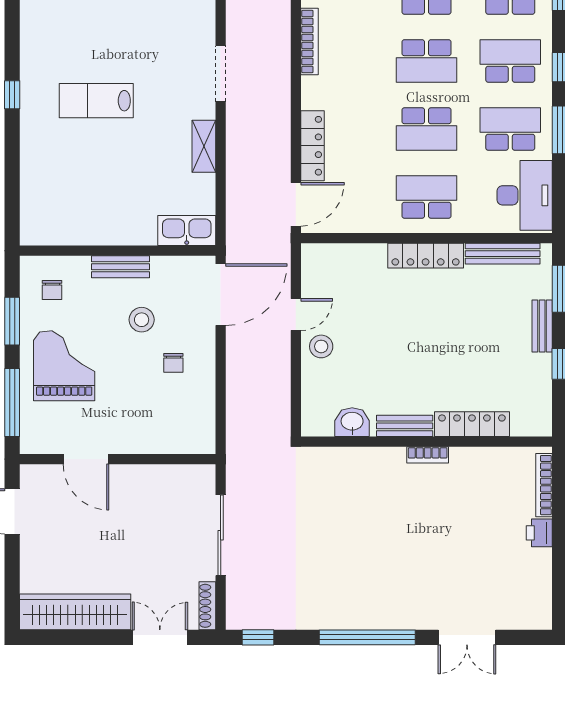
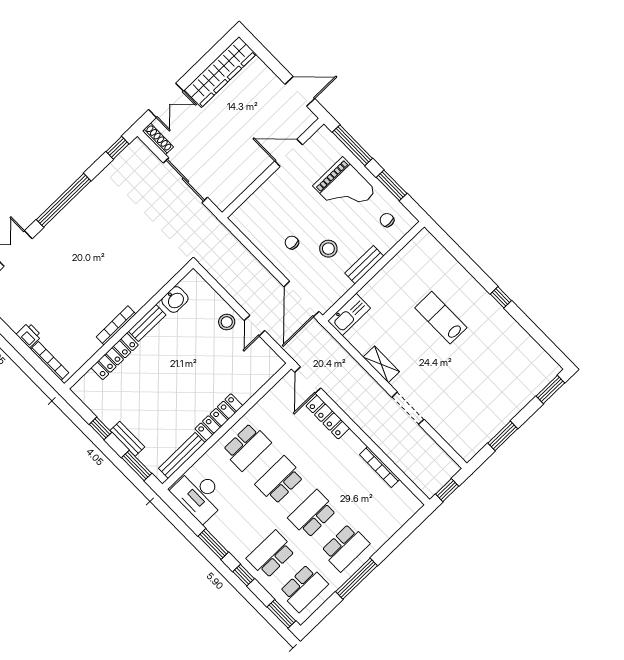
school desk: (510, 61) -> (271, 554), turned 180
lab bench: (96, 101) -> (441, 318), moved, turned -90
school desk: (510, 129) -> (238, 521), removed
bookcase: (428, 455) -> (116, 325), width x1.56

